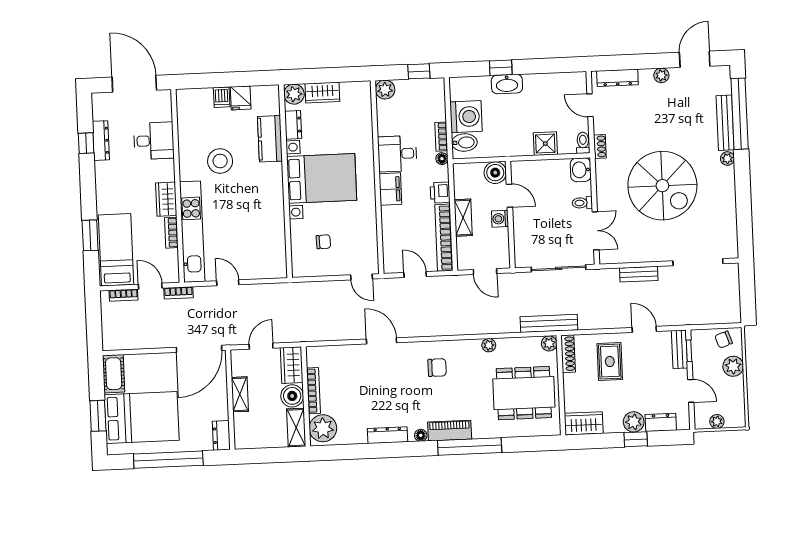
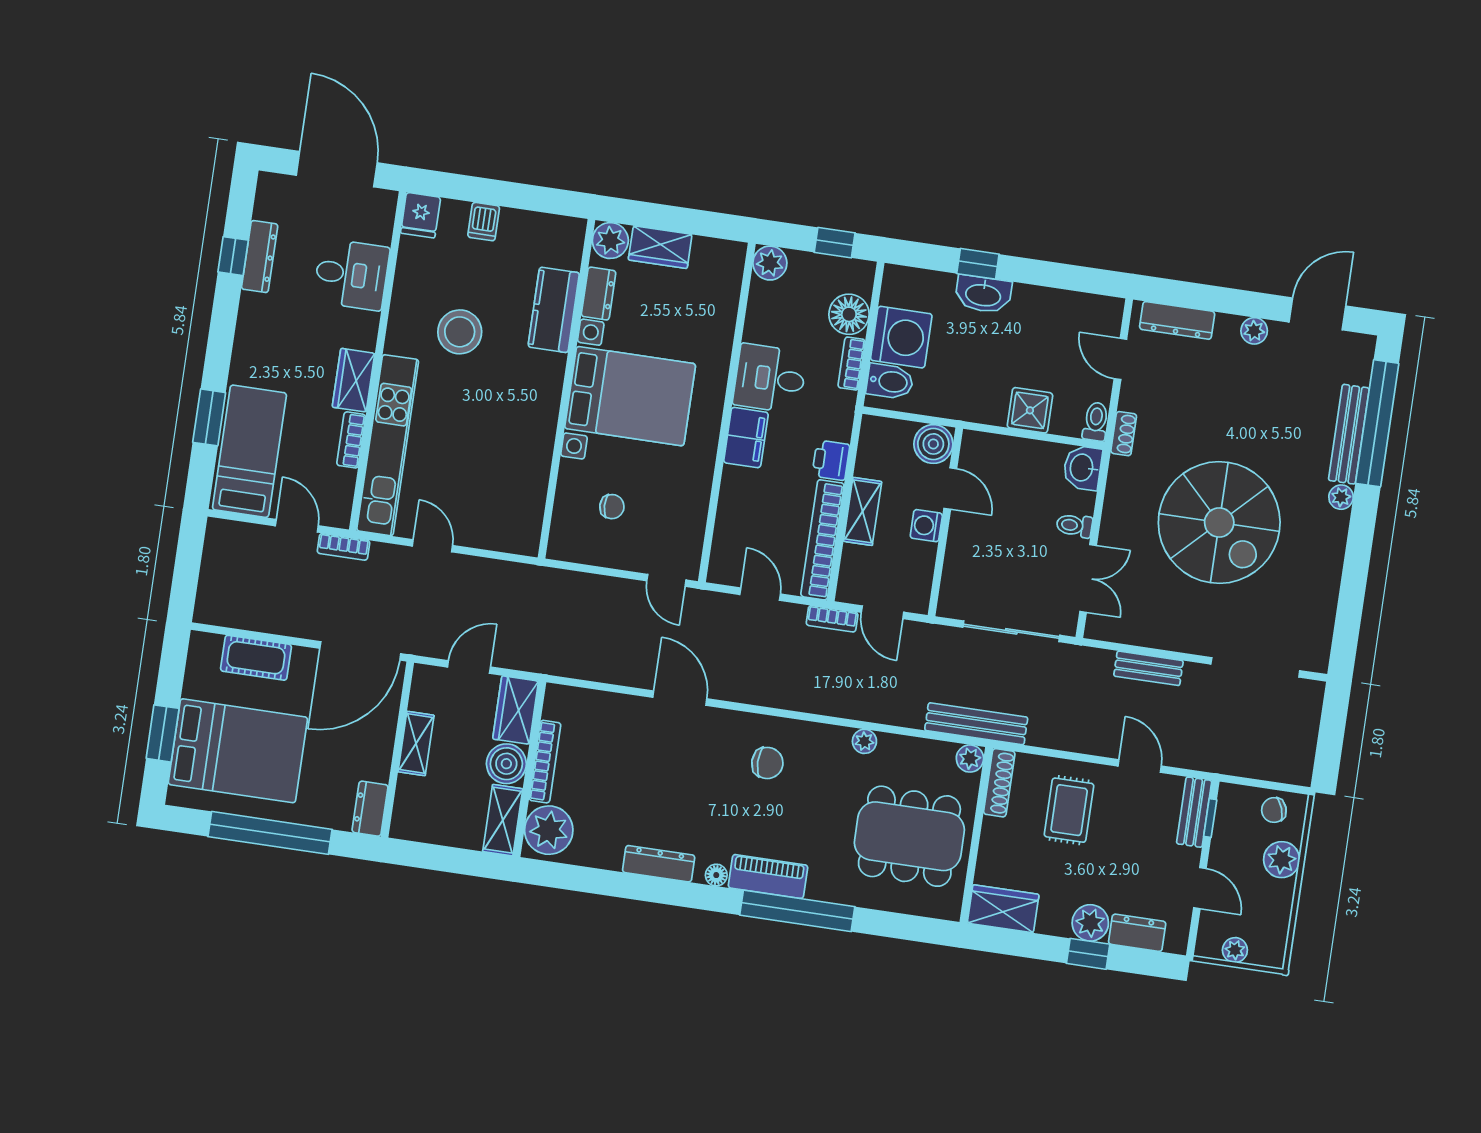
fridge: (241, 98) -> (421, 215), moved
floor lamp: (442, 159) -> (849, 314), moved, width x1.89, depth x1.89
bookcase: (124, 295) -> (832, 619), moved
cot: (114, 374) -> (256, 658), moved, turned 90

